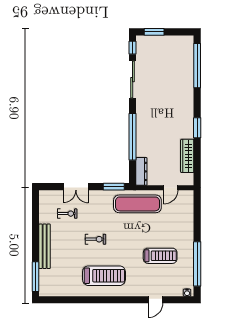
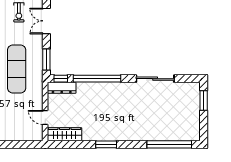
window: (133, 48) -> (61, 79), moved
wardrobe: (187, 156) -> (65, 134), moved
exercise mat: (137, 204) -> (17, 69), moved

